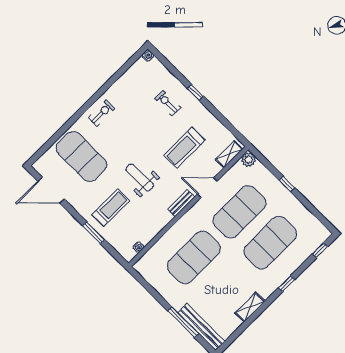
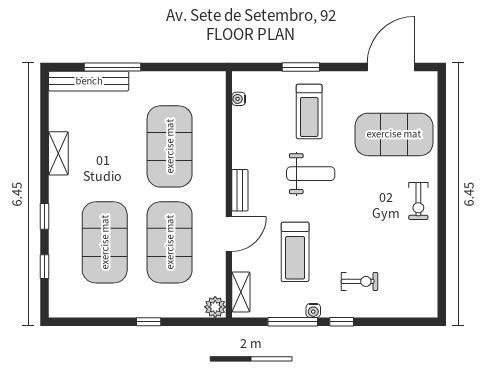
water cooler: (148, 55) -> (313, 310), moved
window: (219, 116) -> (293, 322), added
treadmill: (184, 148) -> (295, 252), turned 180
window: (320, 250) -> (44, 267), moved

